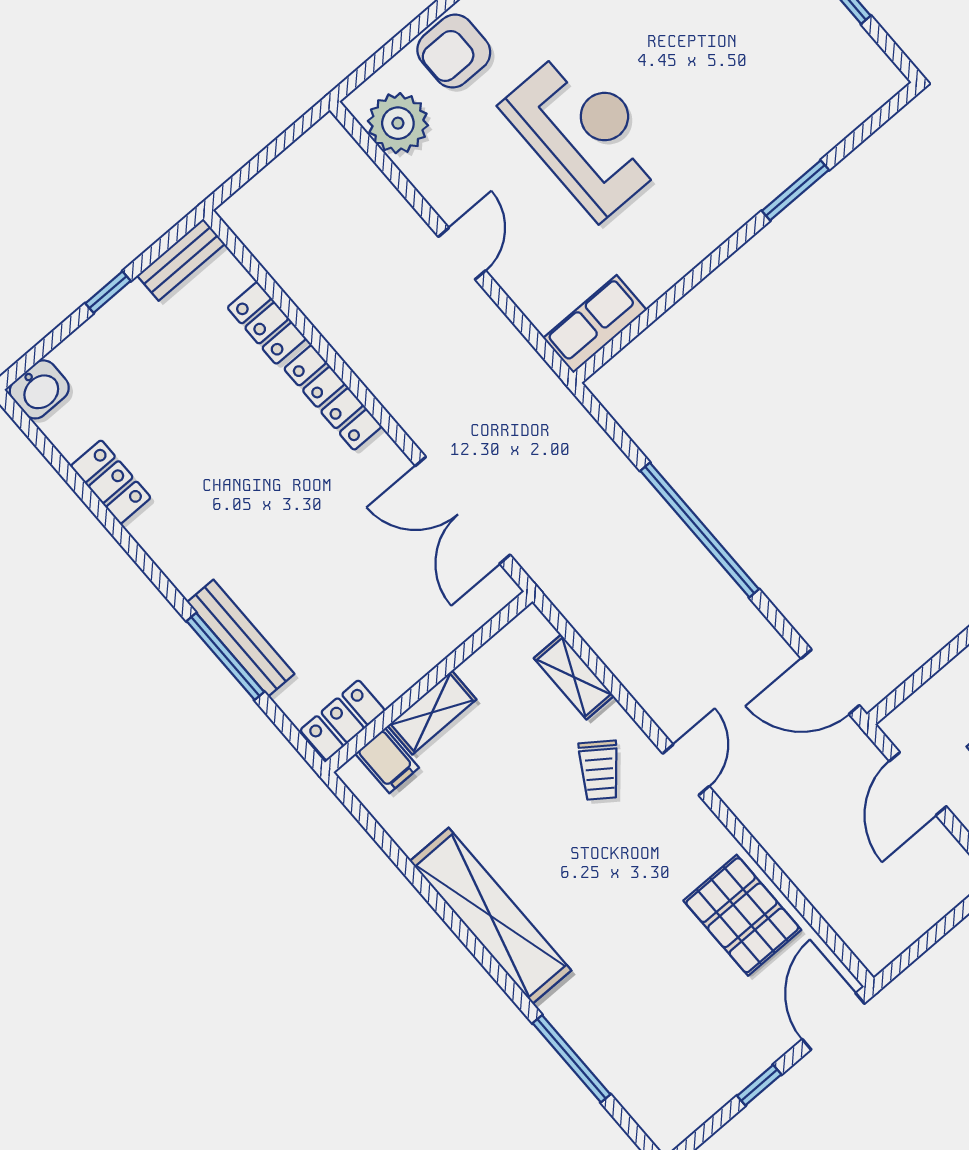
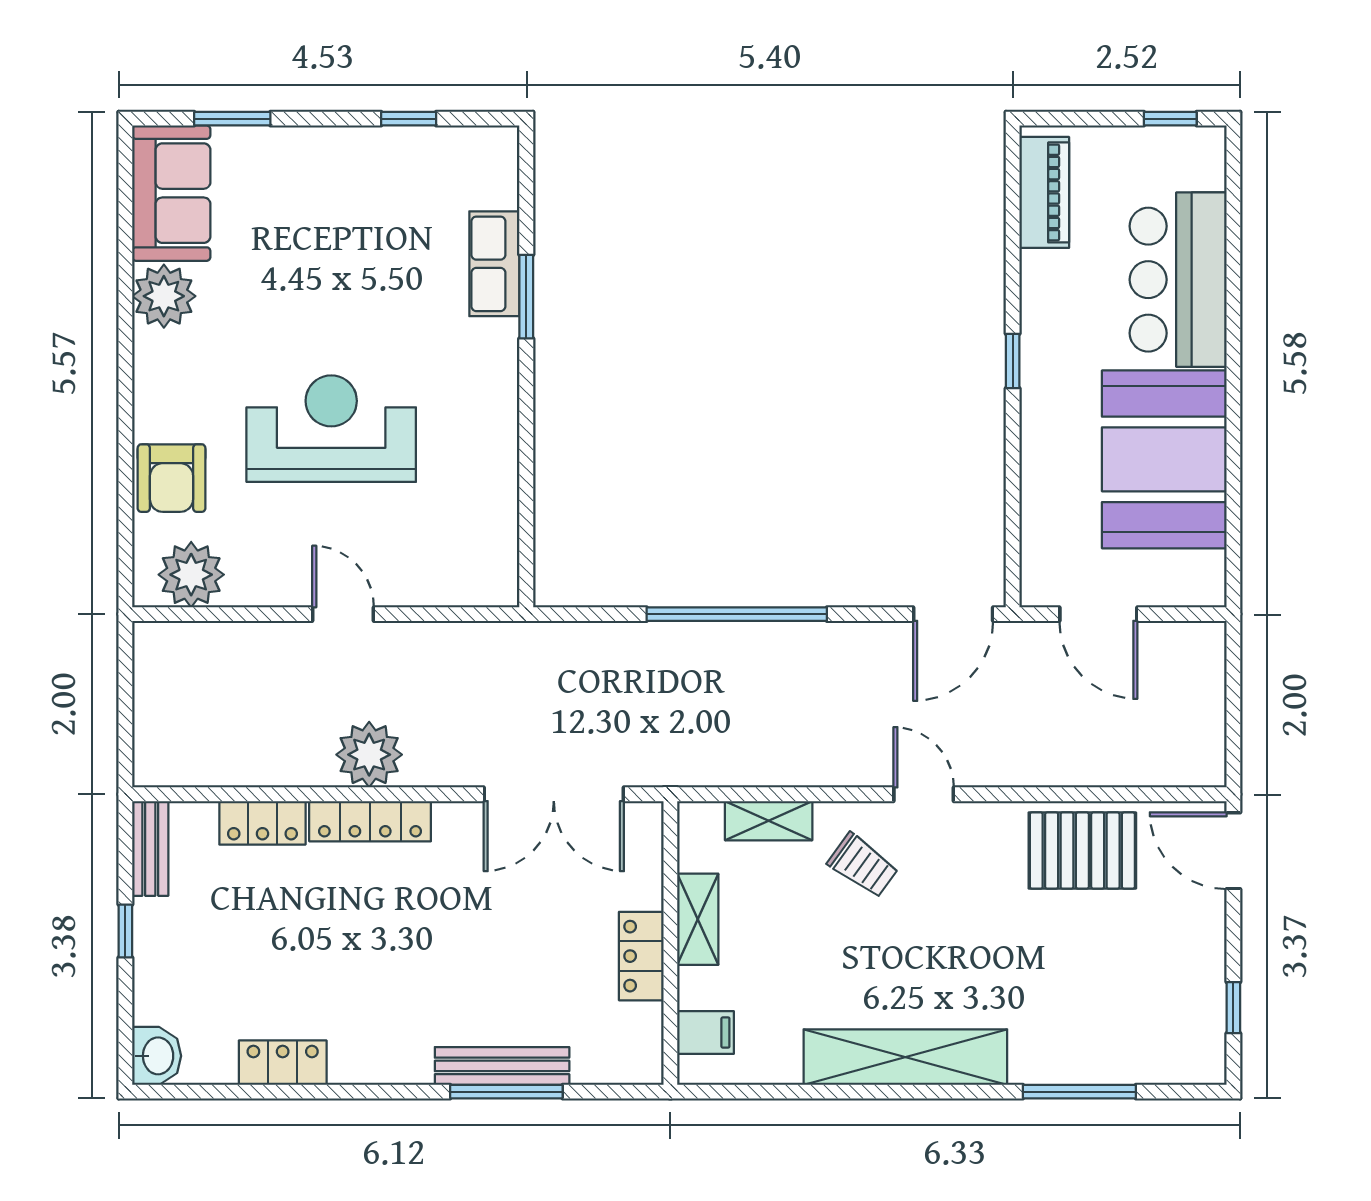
row of seats: (595, 324) -> (494, 264), moved
plant: (379, 357) -> (369, 755), added
shelving: (432, 712) -> (698, 919), moved
locker: (343, 720) -> (641, 956), moved
window: (759, 1085) -> (1233, 1008), moved

